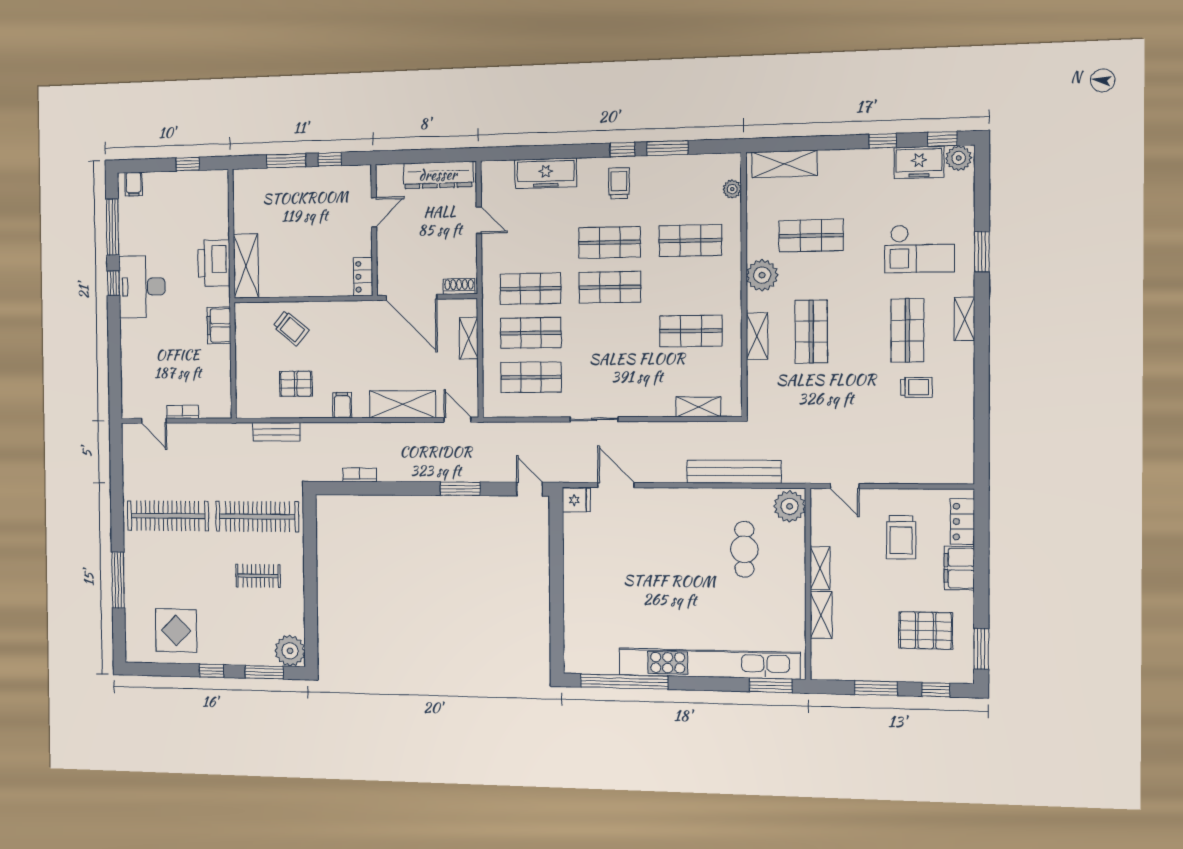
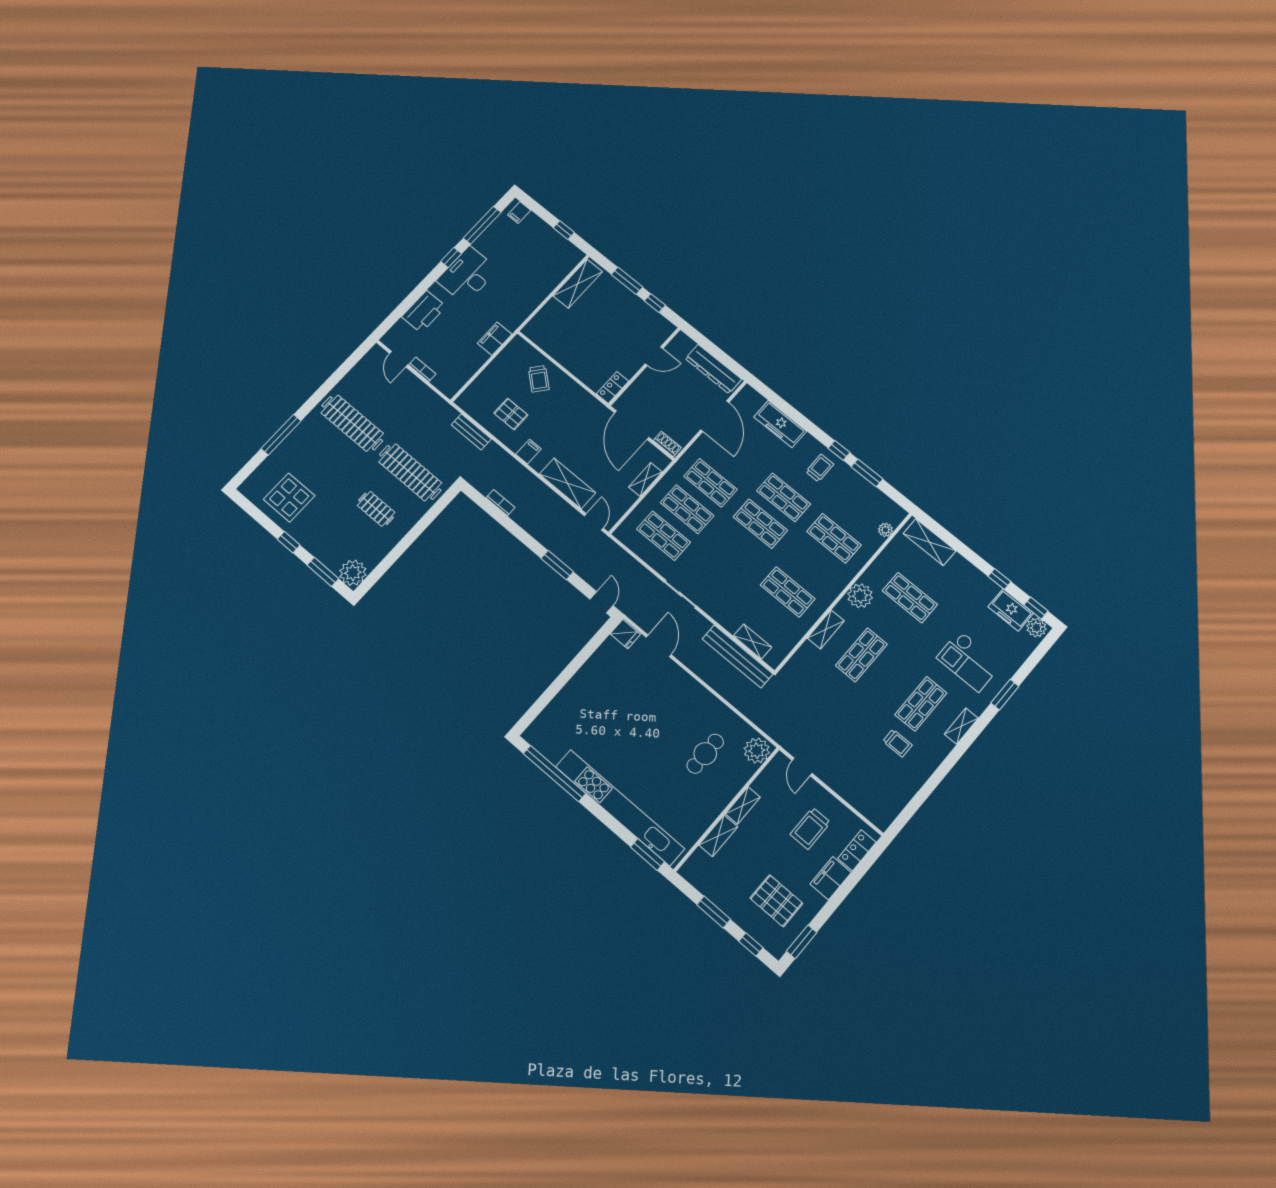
door: (479, 220) -> (715, 416), width x1.87
printer: (214, 263) -> (424, 312), moved, turned 180
shelving: (246, 266) -> (578, 284), moved
bench: (734, 472) -> (738, 656), moved

